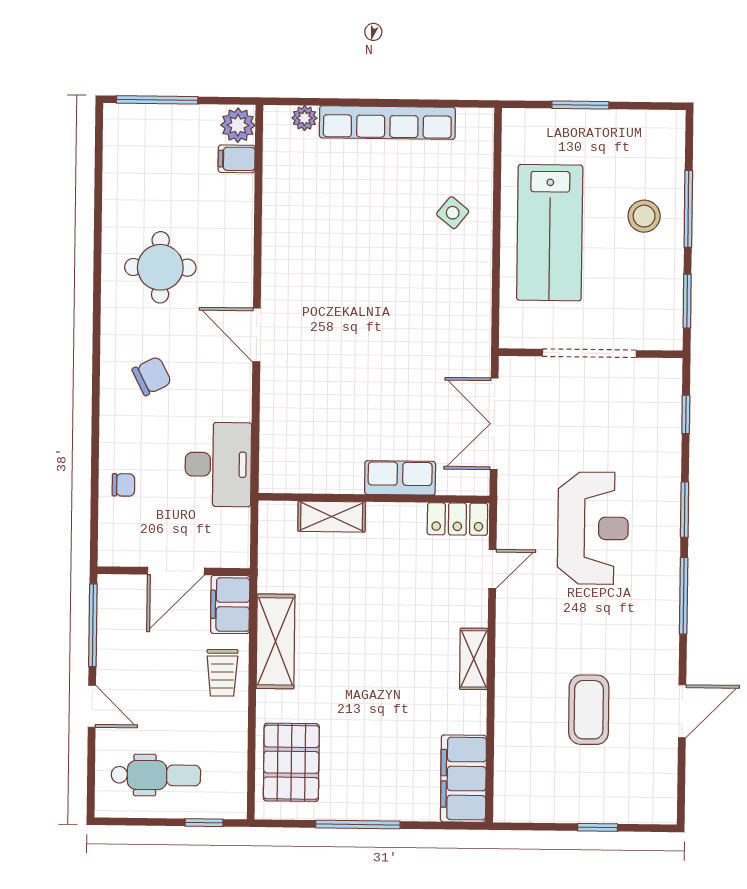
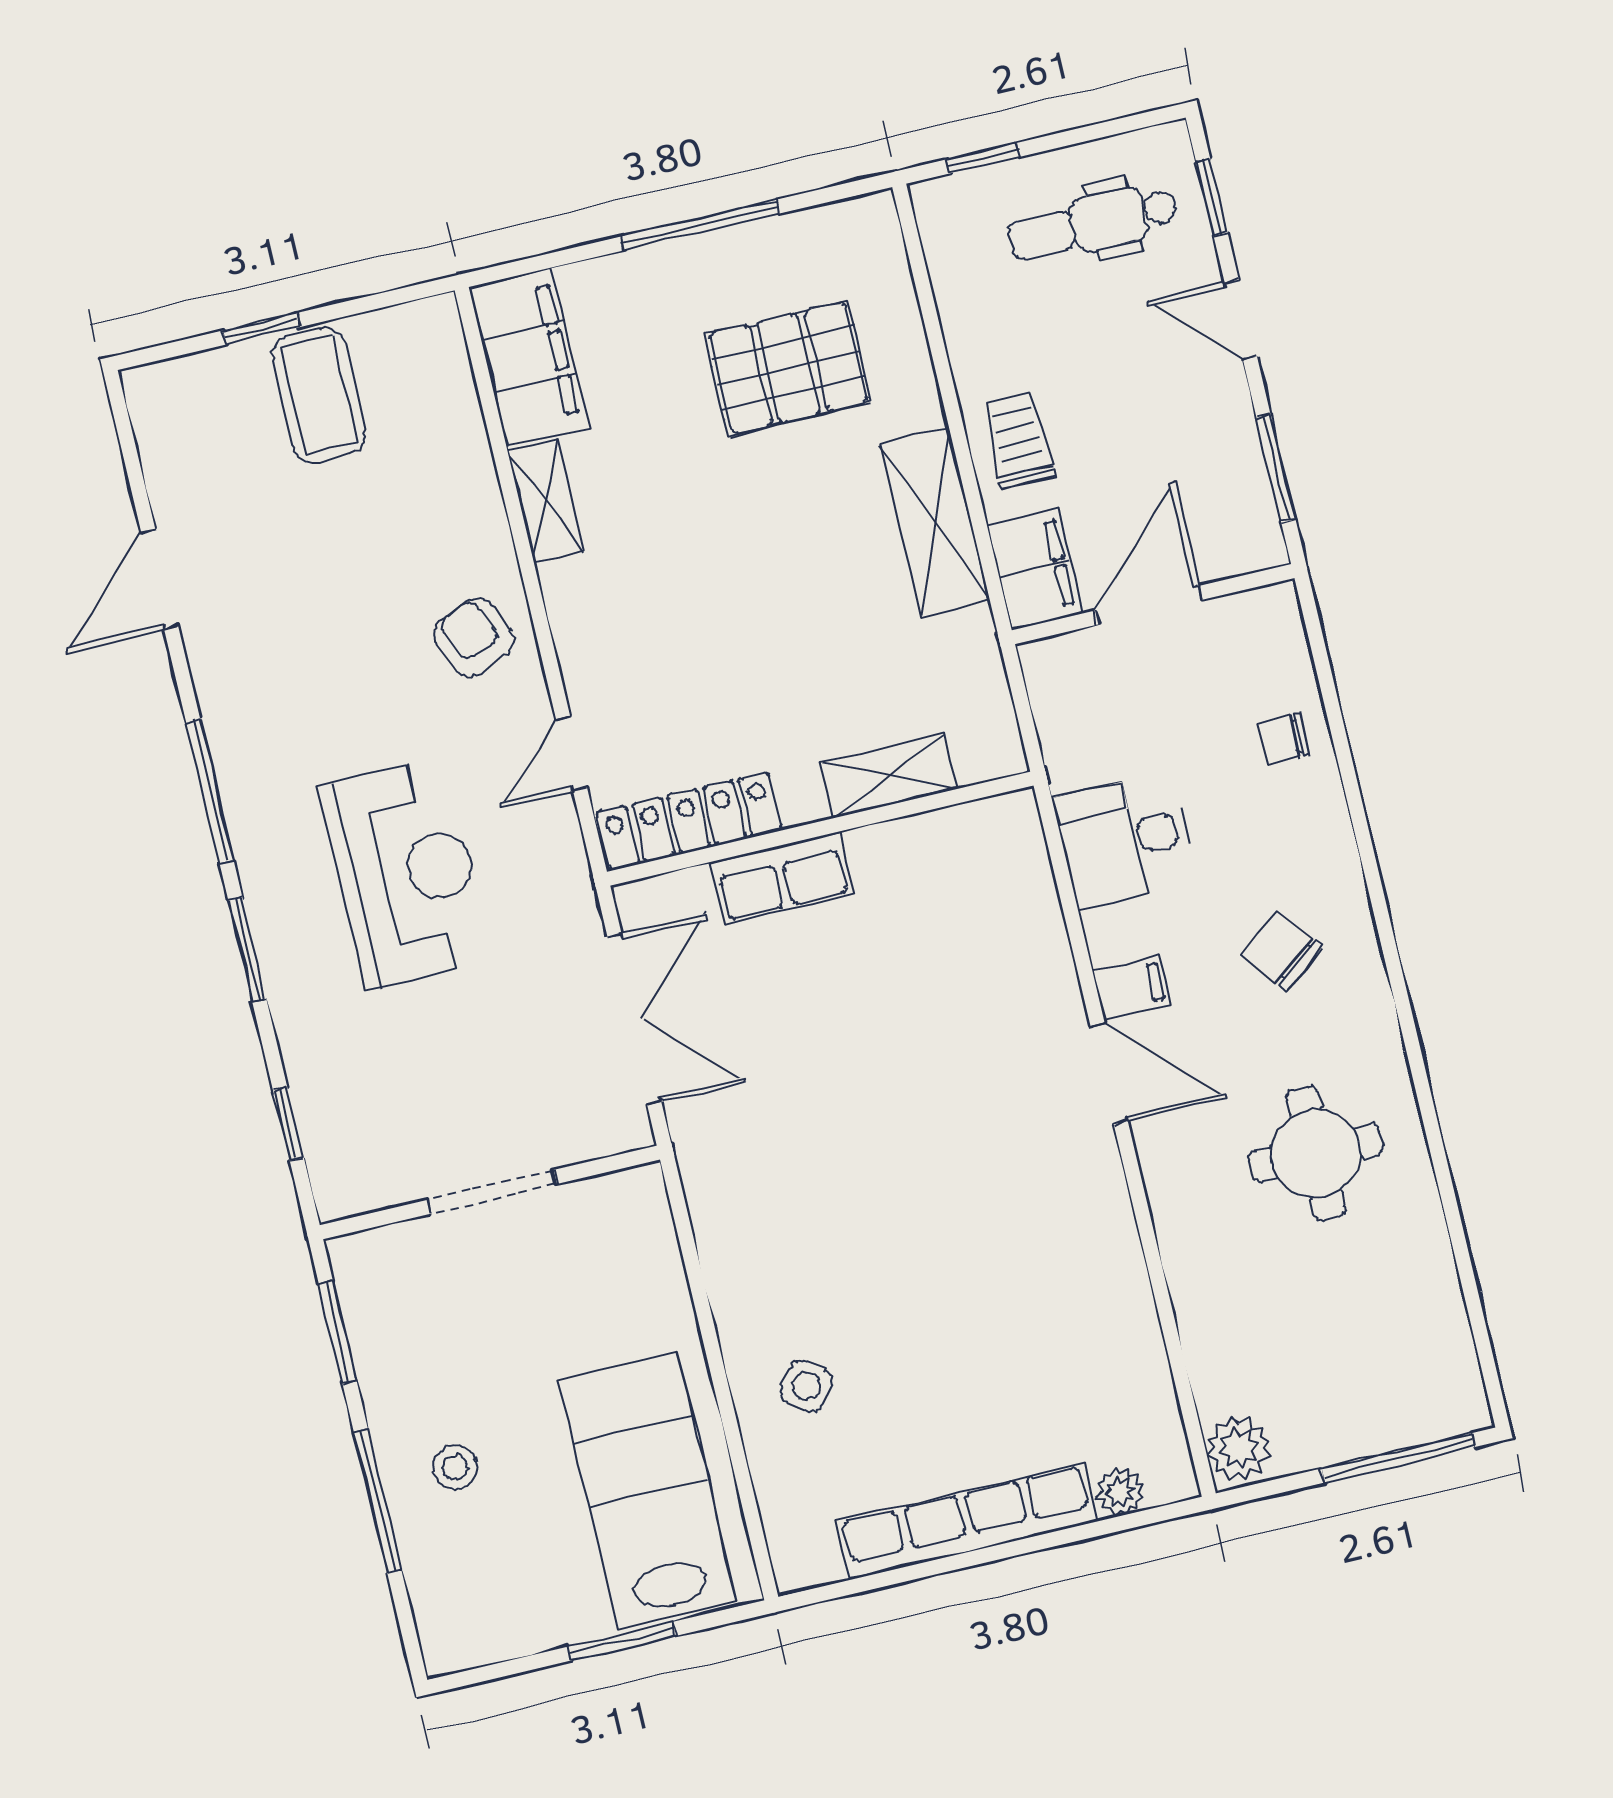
filing cabinet: (237, 159) -> (1131, 987), moved
stool: (644, 216) -> (455, 1467), width x0.73, depth x0.73
lab bench: (550, 233) -> (648, 1491), moved
doorway: (589, 353) -> (492, 1192), width x0.73
chair: (152, 376) -> (1282, 951), turned 79
desk: (218, 464) -> (1125, 840), width x0.73
locker: (457, 519) -> (689, 821), width x1.53
reception desk: (593, 528) -> (406, 874), turned 180
window: (93, 625) -> (1276, 468), width x0.69
armchair: (528, 641) -> (474, 637), added
shelving: (474, 659) -> (546, 501), moved
coffee table: (589, 710) -> (319, 395), moved
pallet: (291, 762) -> (788, 368), moved, turned 90
window: (91, 773) -> (1212, 197), added

